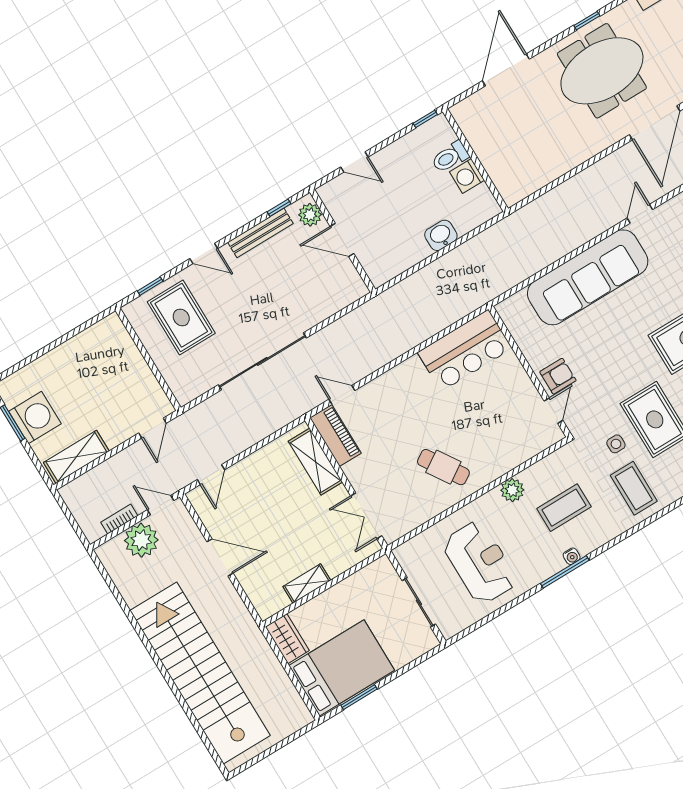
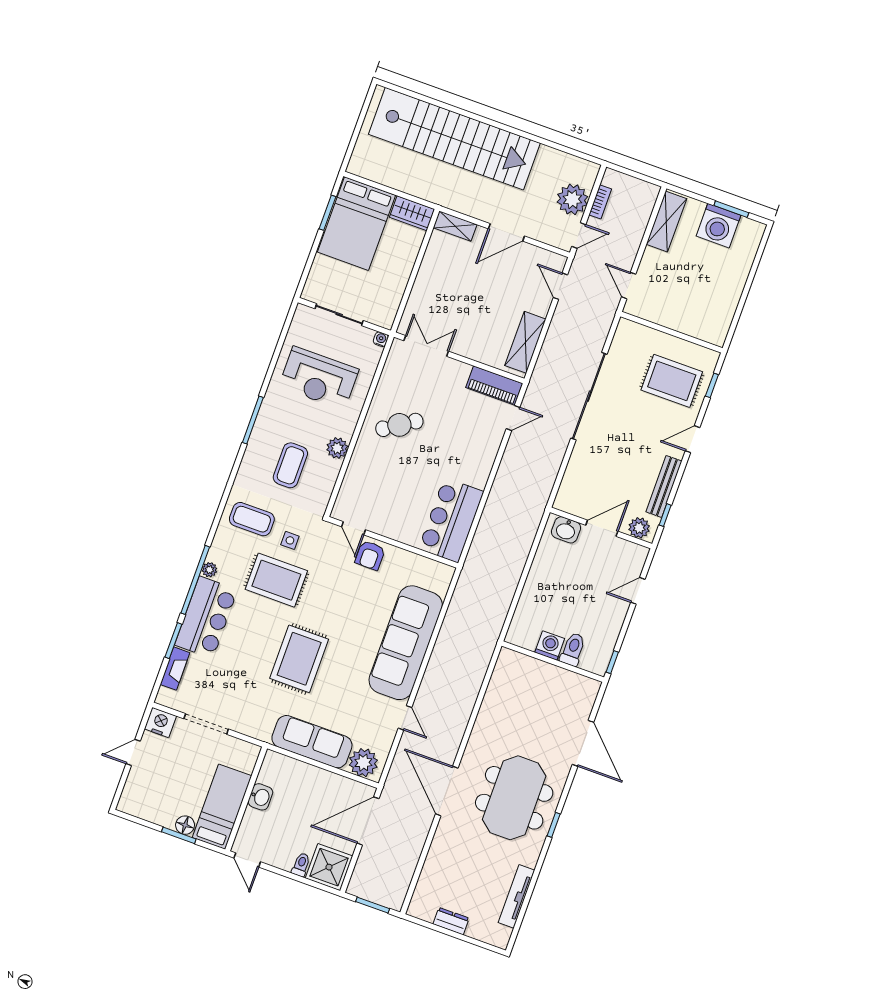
washbasin: (441, 235) -> (566, 530), moved, turned 90
shelving: (315, 462) -> (525, 342), moved, turned 90
water cooler: (572, 556) -> (381, 339), moved, turned 90
shelving: (307, 583) -> (455, 226), moved, turned 90

